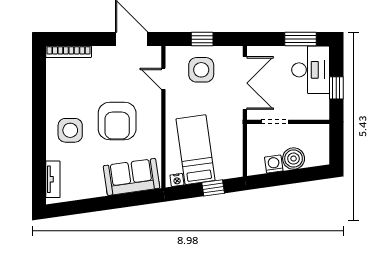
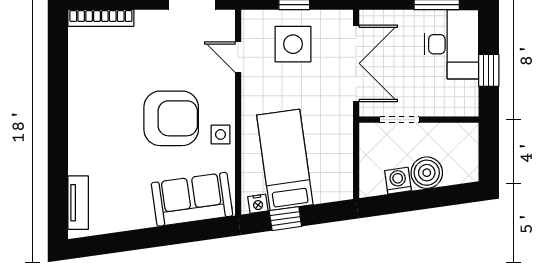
armchair: (117, 121) -> (171, 118), turned -90
side table: (70, 130) -> (220, 134), moved, width x0.54, depth x0.54
window: (213, 188) -> (285, 219), moved

